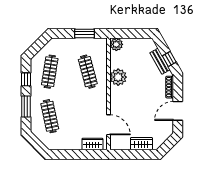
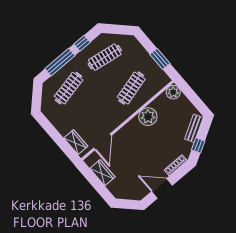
bench: (160, 61) -> (194, 128), moved
window: (26, 106) -> (60, 62), width x1.44
wardrobe: (141, 144) -> (102, 173), moved

